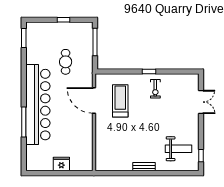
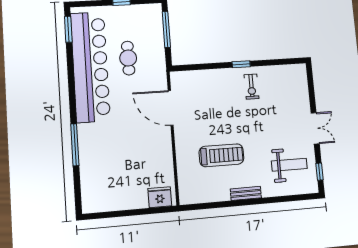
treadmill: (120, 101) -> (221, 155), moved, turned 90
double door: (201, 102) -> (315, 128), moved
bar counter: (38, 105) -> (90, 67), moved
fridge: (61, 164) -> (160, 197), moved

